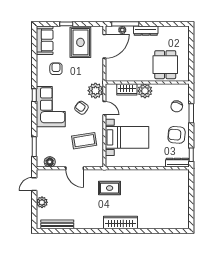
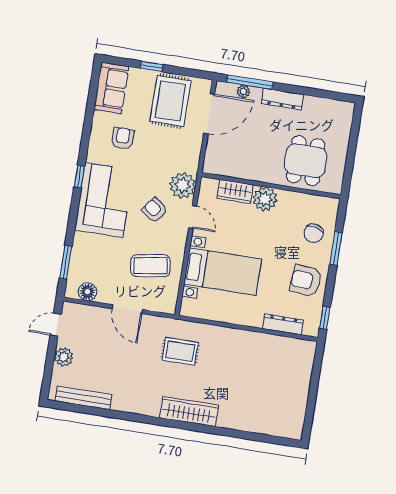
dresser: (177, 163) -> (283, 324), moved

